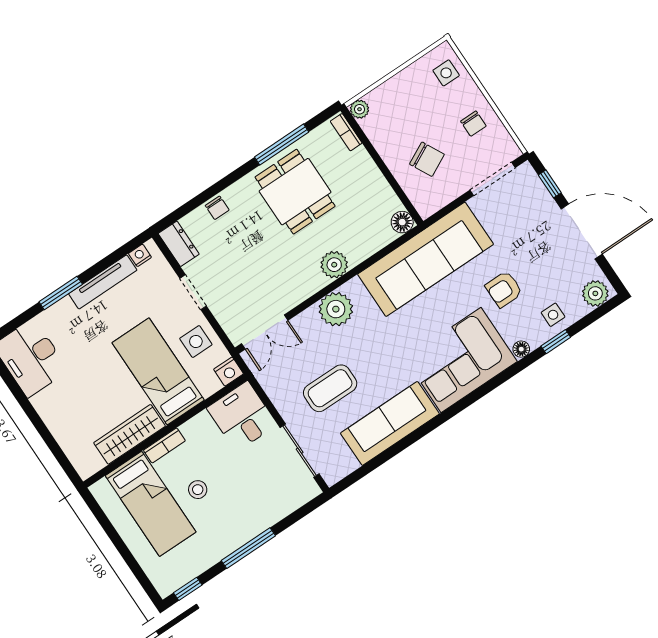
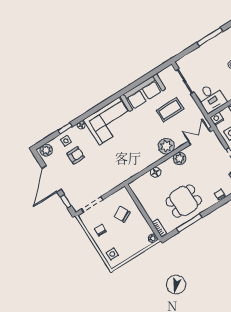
dining table: (295, 192) -> (184, 201), turned 90
floor lamp: (402, 222) -> (156, 172), moved
door: (582, 231) -> (52, 179), hinge flipped
sofa: (426, 259) -> (124, 168), removed
plant: (334, 265) -> (180, 158), moved
armchair: (504, 289) -> (76, 155), moved

